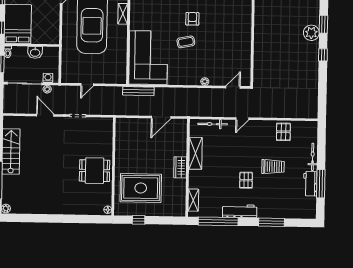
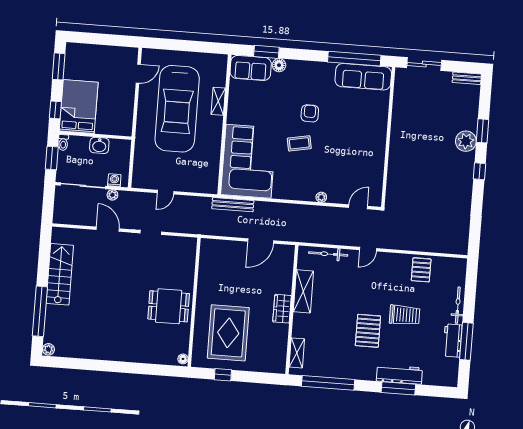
pallet: (246, 180) -> (368, 331), width x1.50, depth x1.42
rug: (141, 188) -> (228, 333), turned 90
workbench: (240, 211) -> (399, 374), moved

